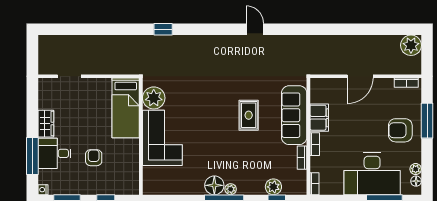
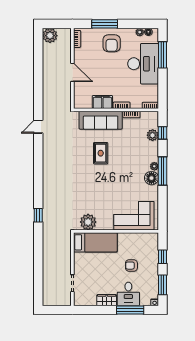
door: (255, 29) -> (38, 127), moved
rug: (249, 115) -> (101, 153), turned 90
corner sofa: (162, 138) -> (134, 216), moved

